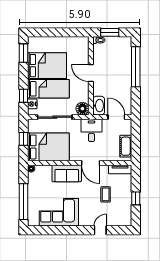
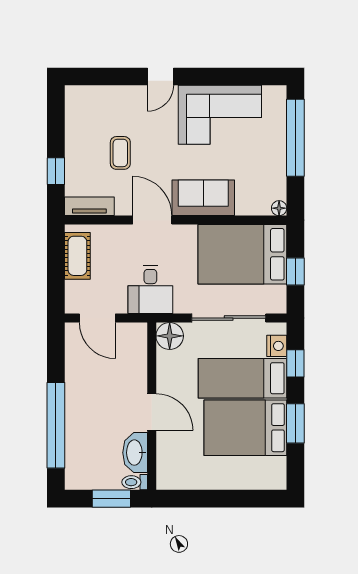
window: (24, 53) -> (295, 423), moved
washbasin: (99, 106) -> (135, 453), moved
window: (136, 198) -> (56, 171), moved
door: (100, 230) -> (160, 76), moved

